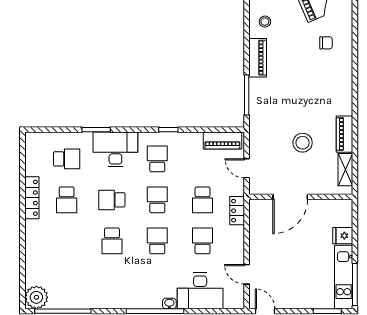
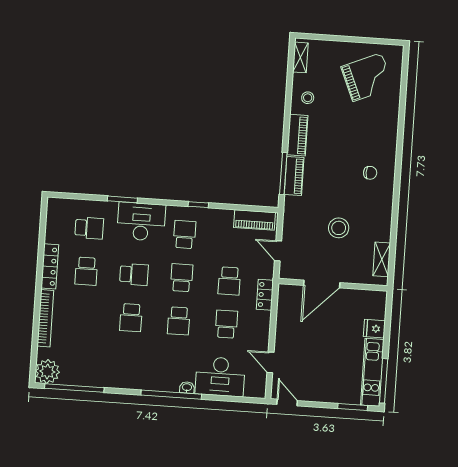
chair: (326, 43) -> (370, 173), moved
piano: (345, 134) -> (294, 176), moved, turned 180
school desk: (112, 200) -> (134, 274), turned 180
school desk: (157, 241) -> (179, 321), turned 180
bookcase: (31, 247) -> (45, 318), added

